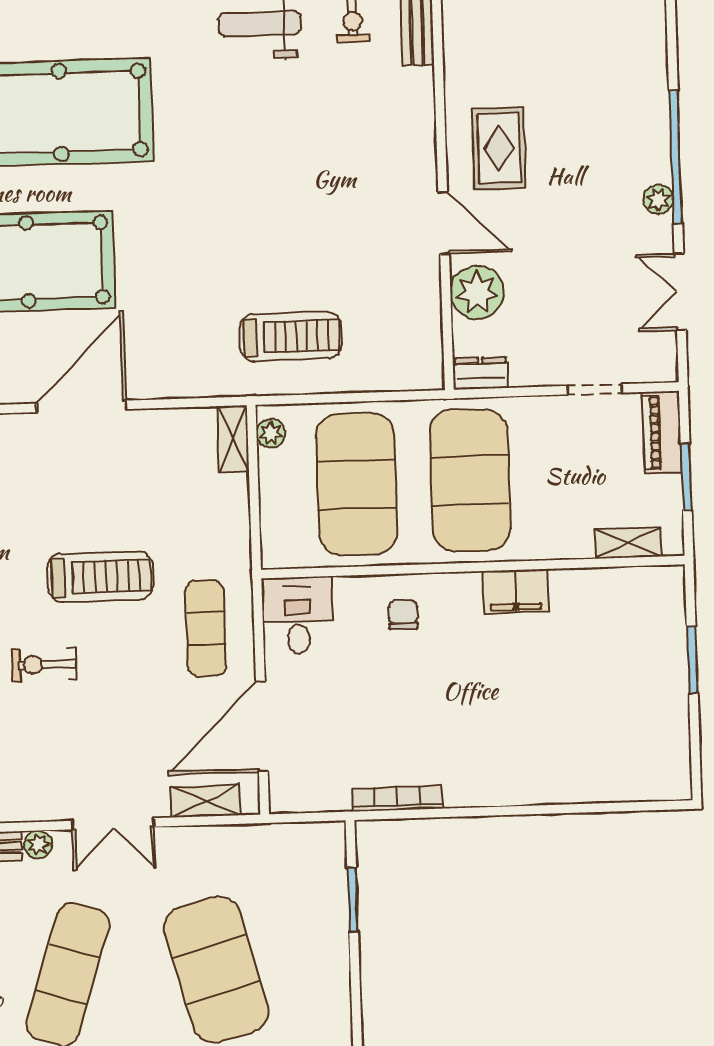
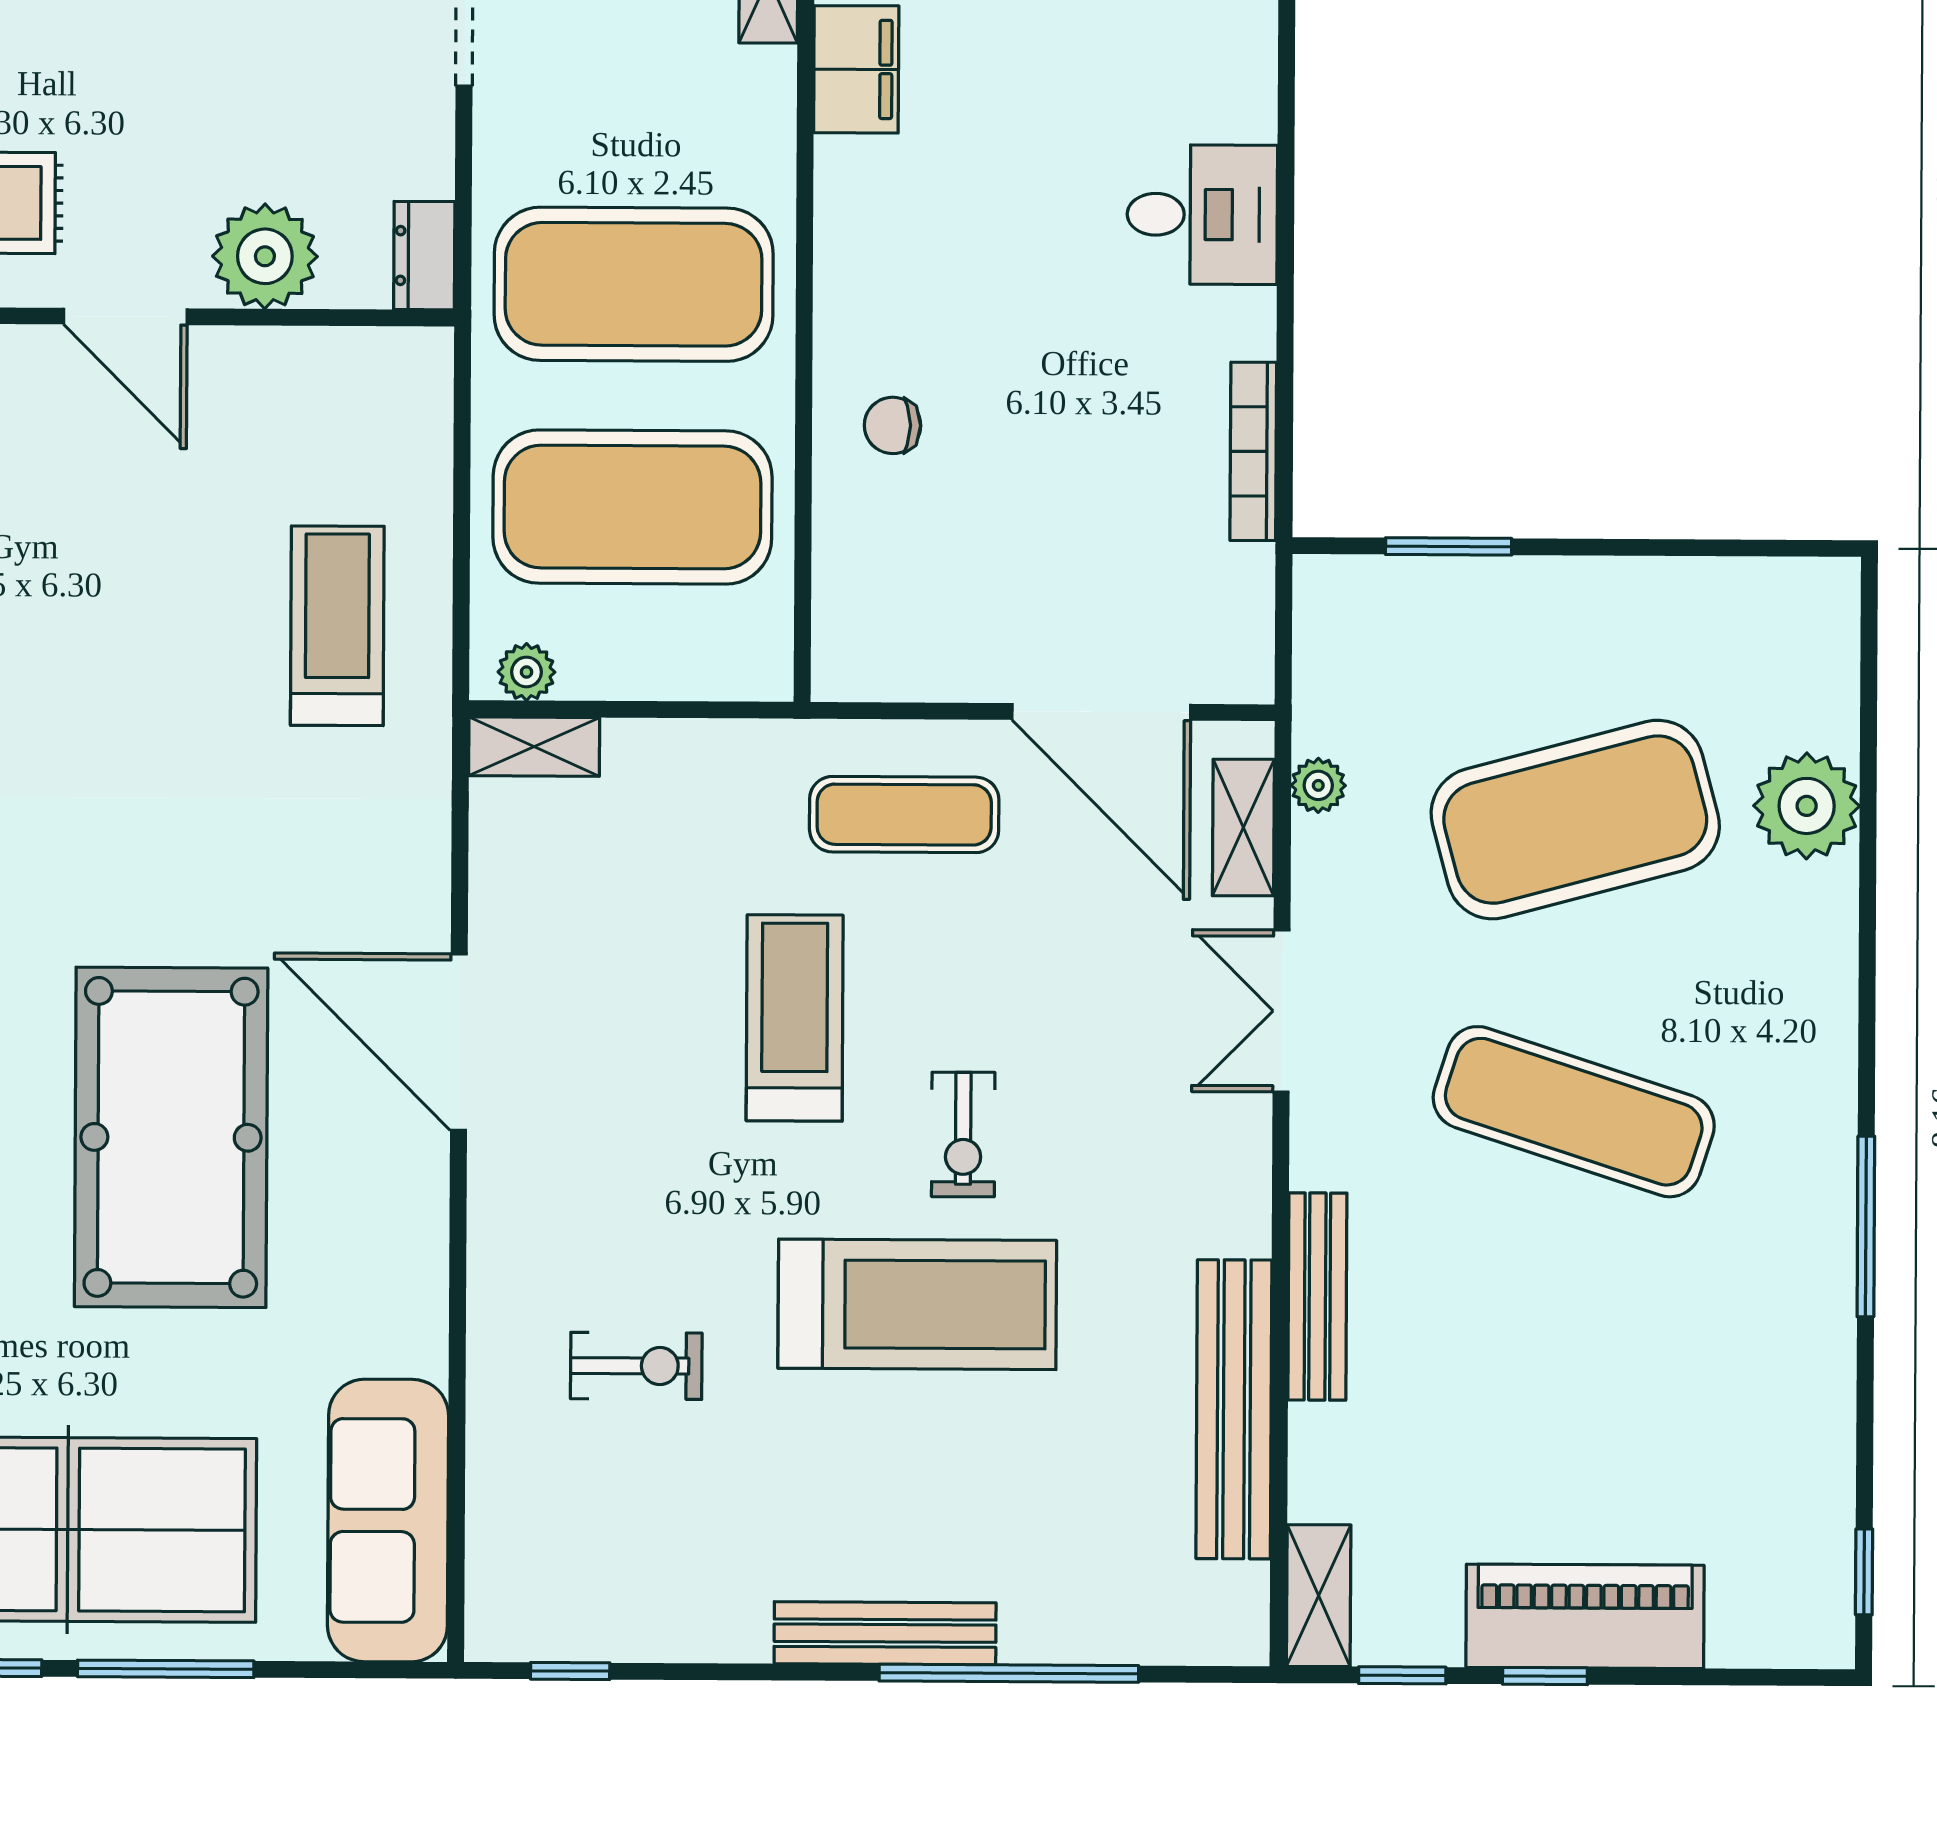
door: (444, 223) -> (125, 316), swing flipped
filing cabinet: (516, 592) -> (856, 69), moved
desk: (298, 615) -> (1202, 215), moved, turned 180
double door: (113, 824) -> (1282, 1011), swing flipped
plant: (38, 844) -> (1318, 785), moved

